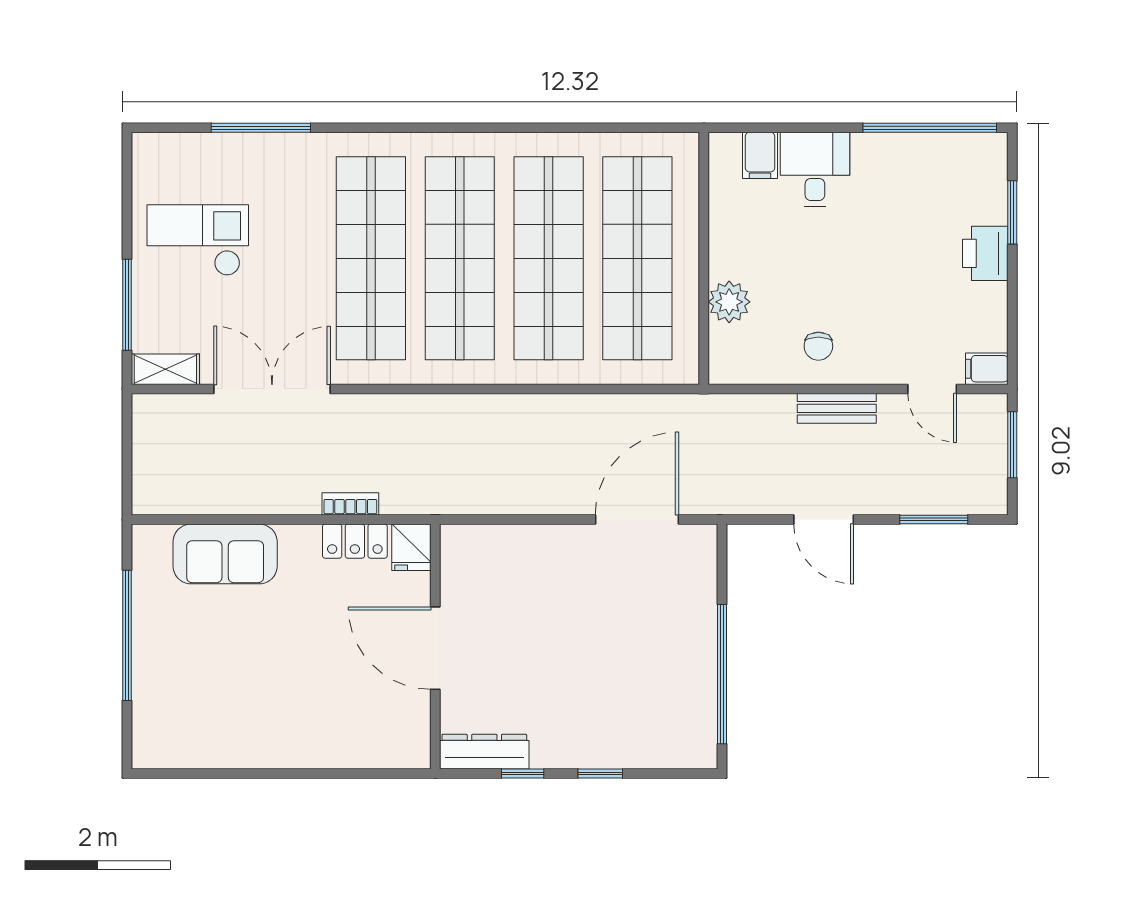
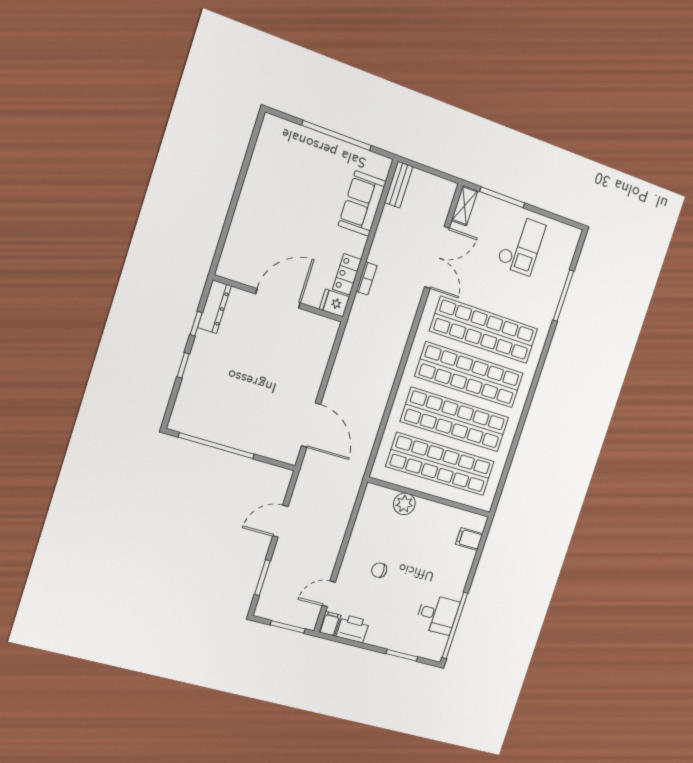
desk: (815, 169) -> (437, 614), moved
printer: (985, 253) -> (353, 629), moved
chair: (818, 346) -> (379, 570), moved
bench: (837, 408) -> (399, 185), moved

